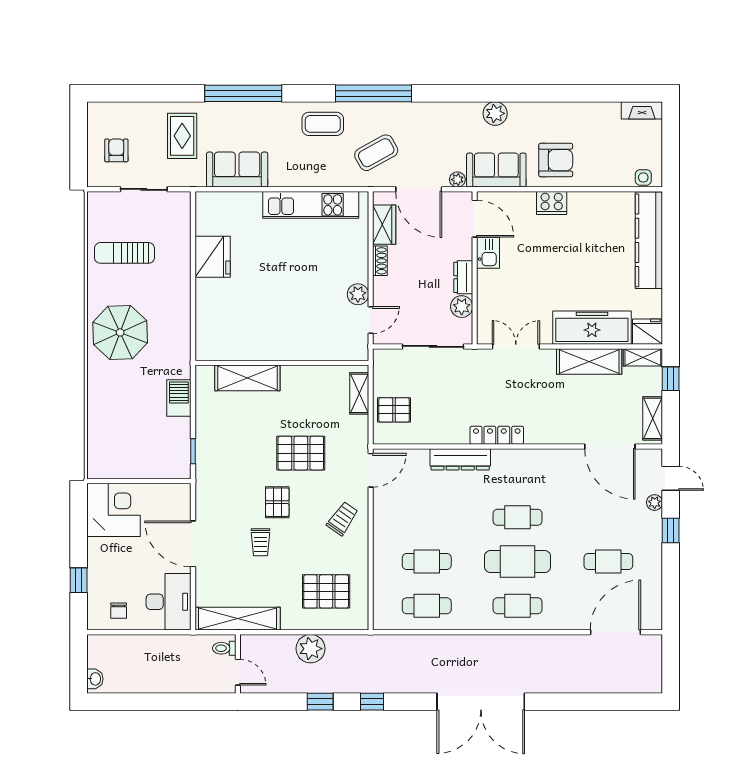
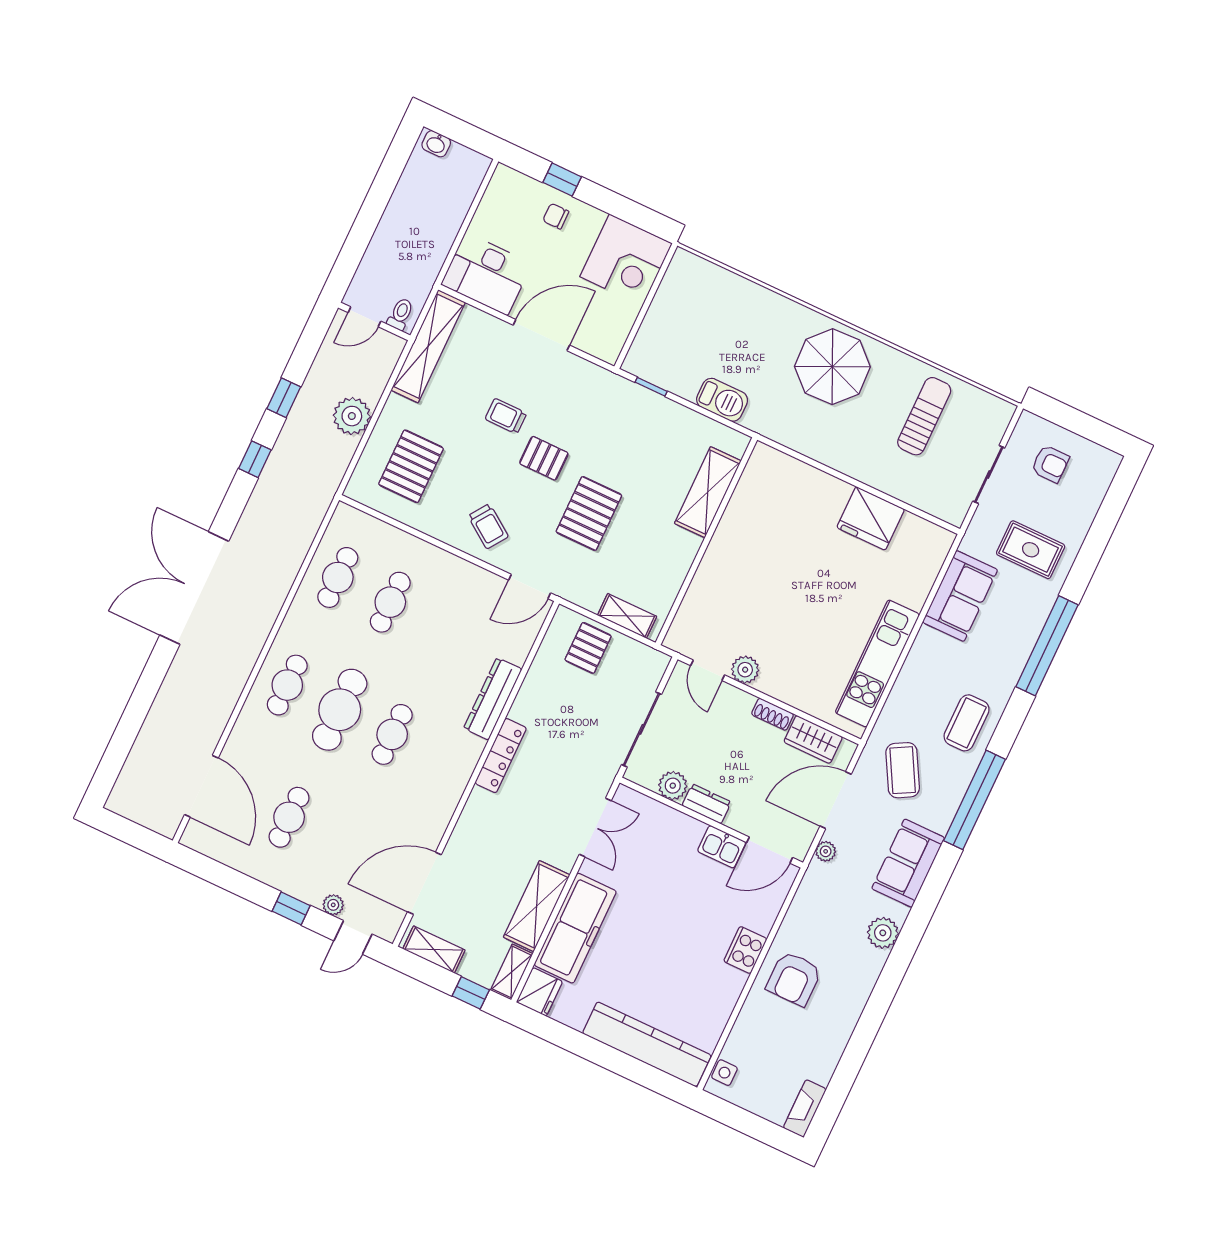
sofa: (496, 170) -> (908, 863), moved, turned 180
door: (371, 470) -> (530, 587), hinge flipped
chair: (119, 611) -> (556, 216), moved

